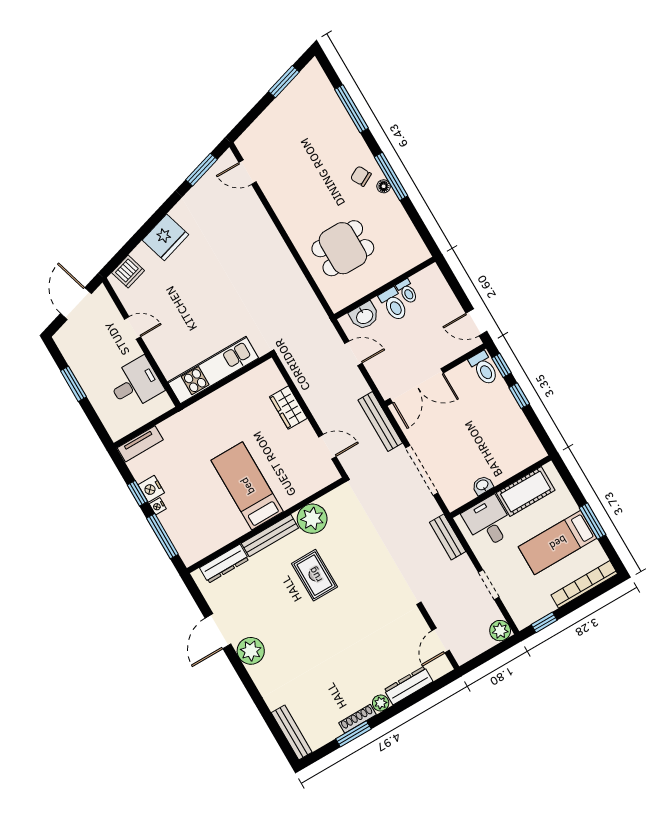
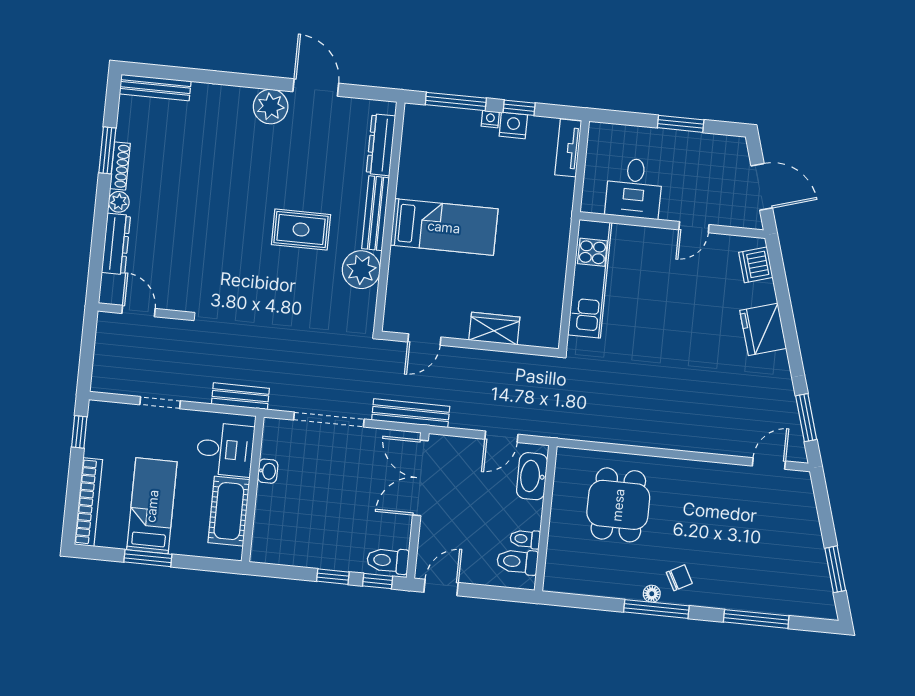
toilet: (394, 304) -> (517, 562), moved
washbasin: (364, 316) -> (532, 476), width x1.38
plant: (500, 631) -> (104, 380), removed

